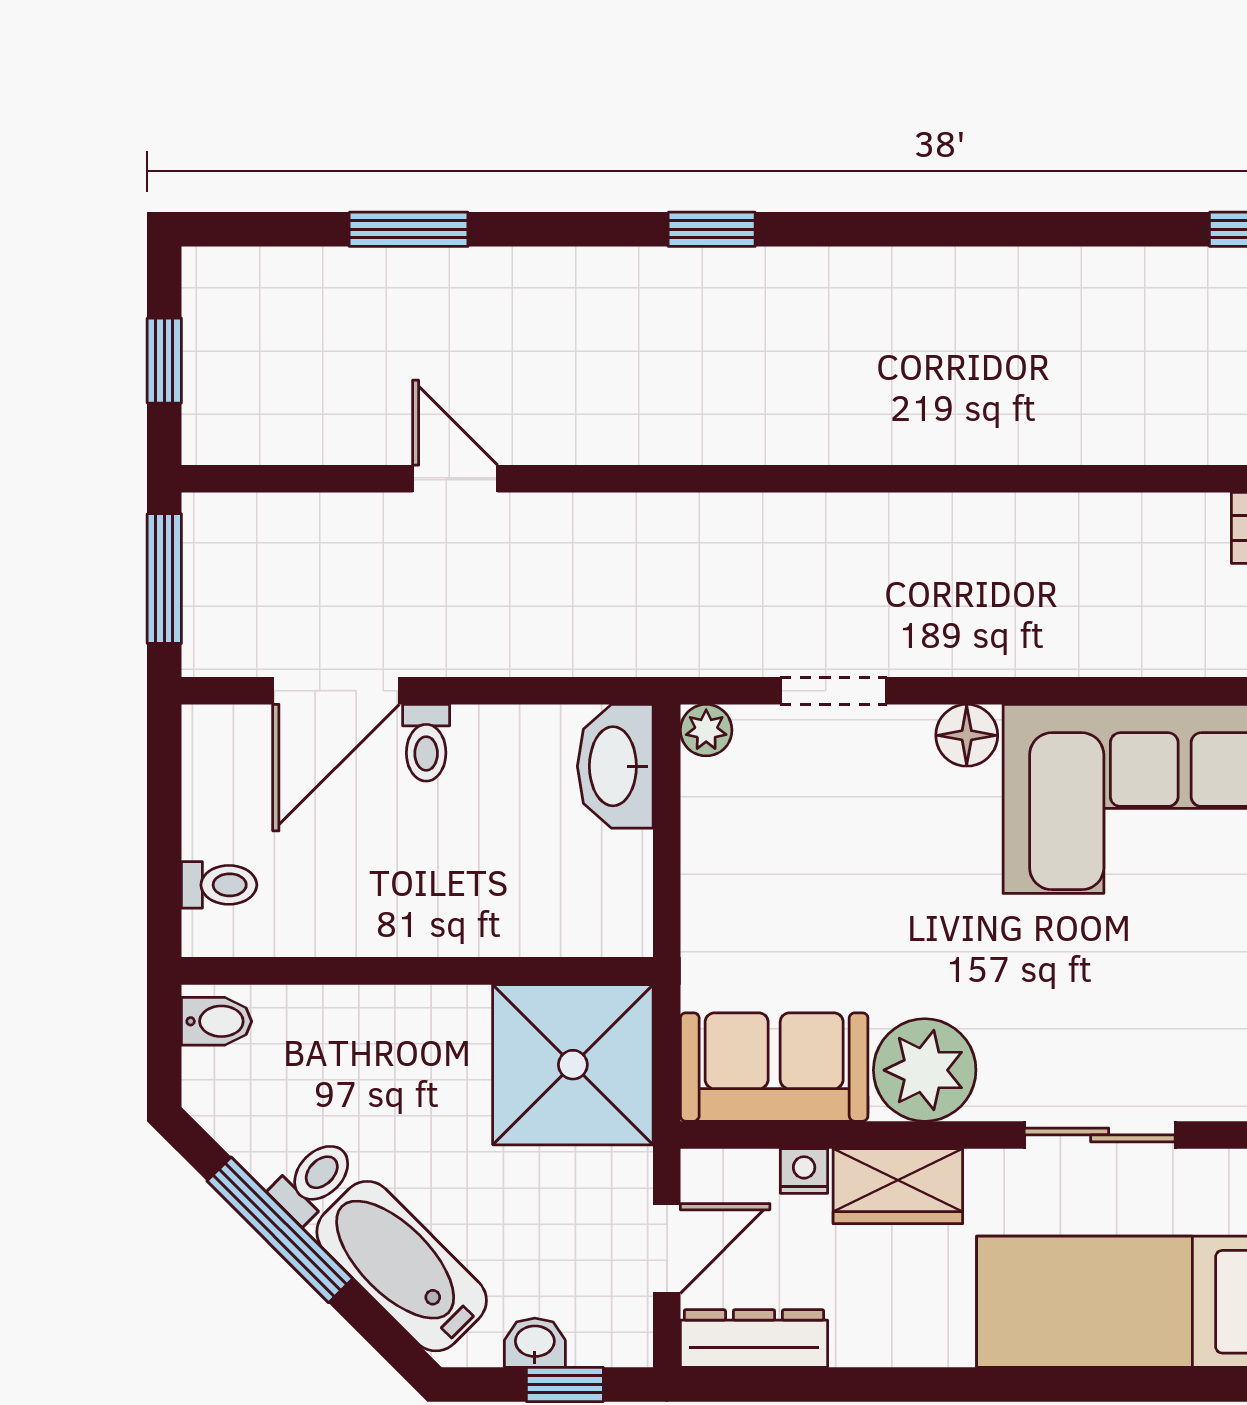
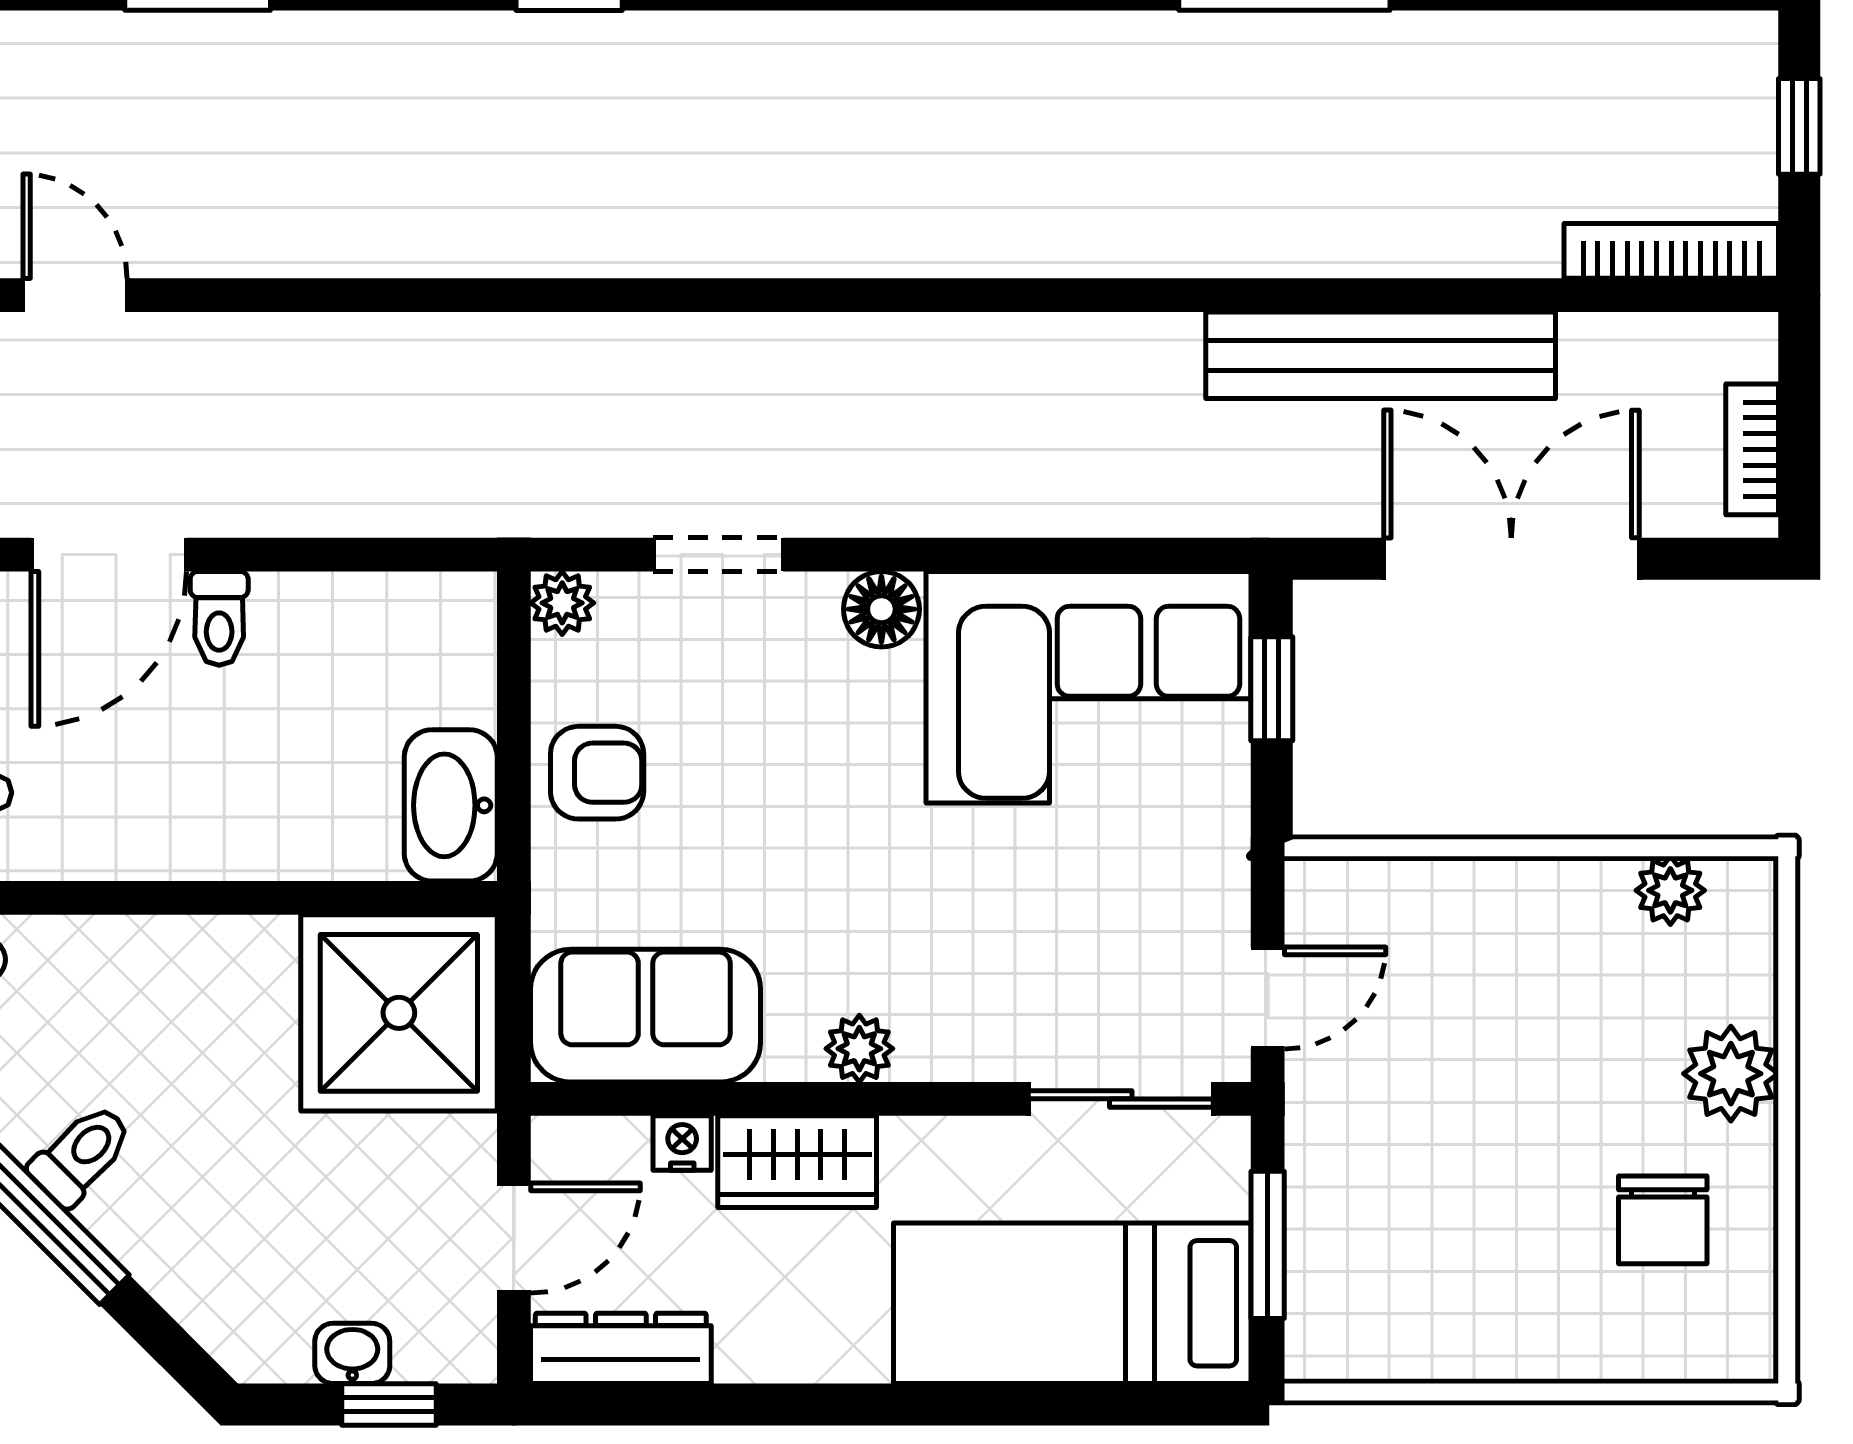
door: (455, 479) -> (75, 295), moved
washbasin: (615, 766) -> (451, 805), moved
armchair: (735, 869) -> (597, 773), added
plant: (925, 1070) -> (859, 1049), width x0.53, depth x0.53
sliding door: (1100, 1135) -> (1121, 1099), moved
bathtub: (402, 1266) -> (189, 1260), removed

